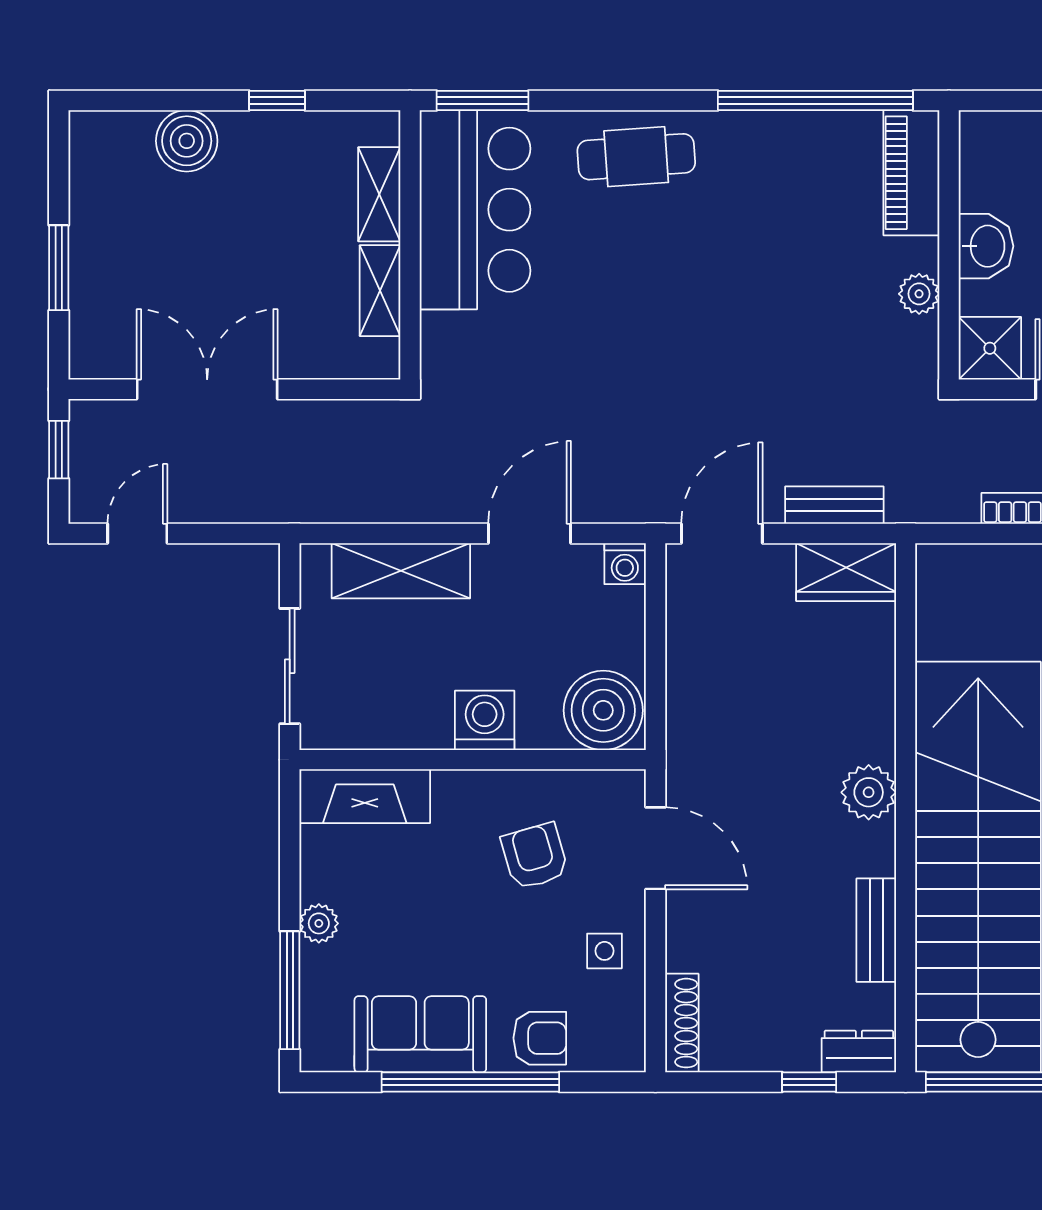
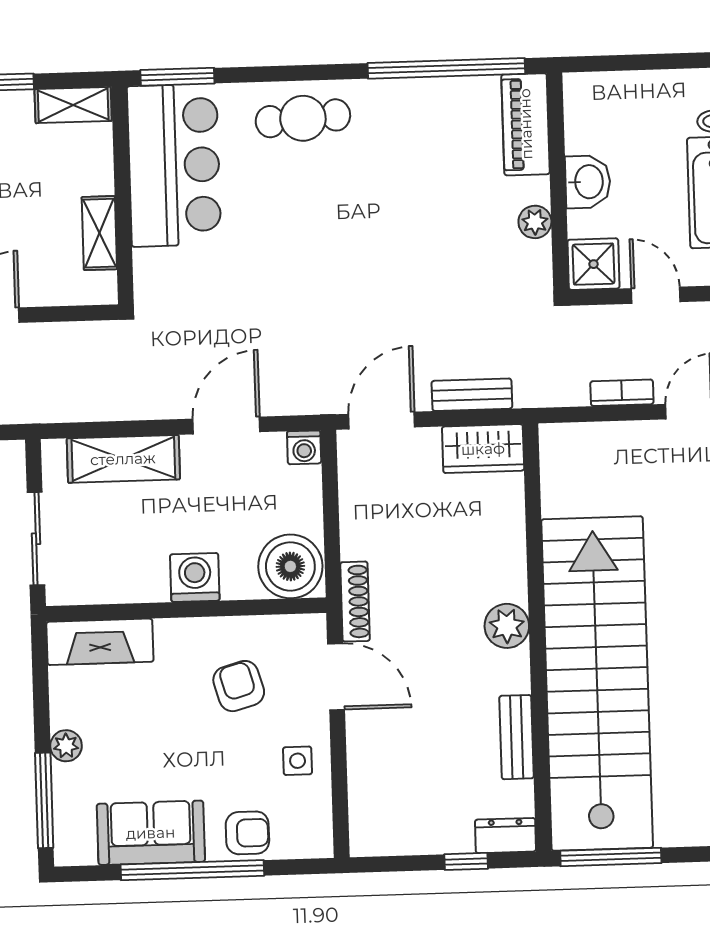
shelving: (379, 194) -> (73, 105), moved, turned 90
shoe rack: (682, 1023) -> (355, 602), moved

